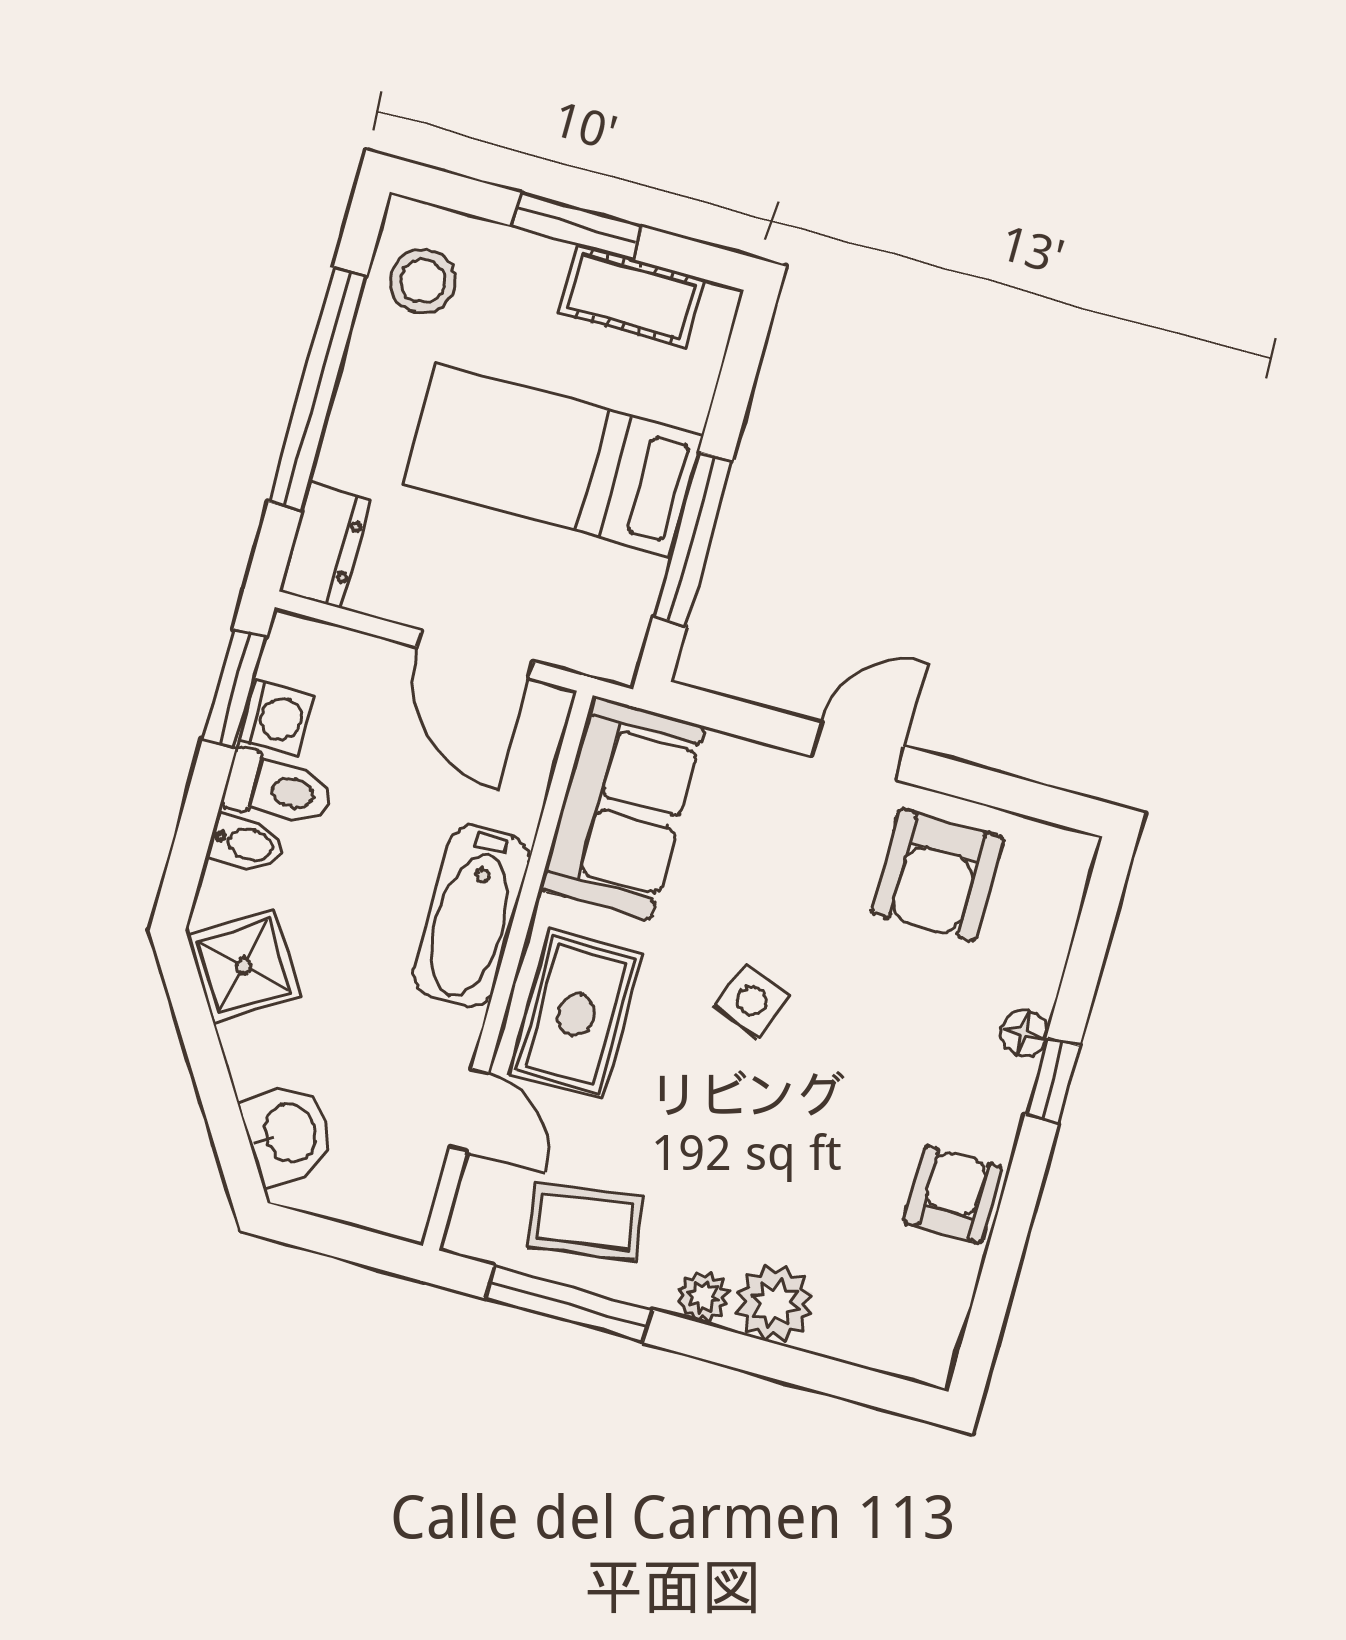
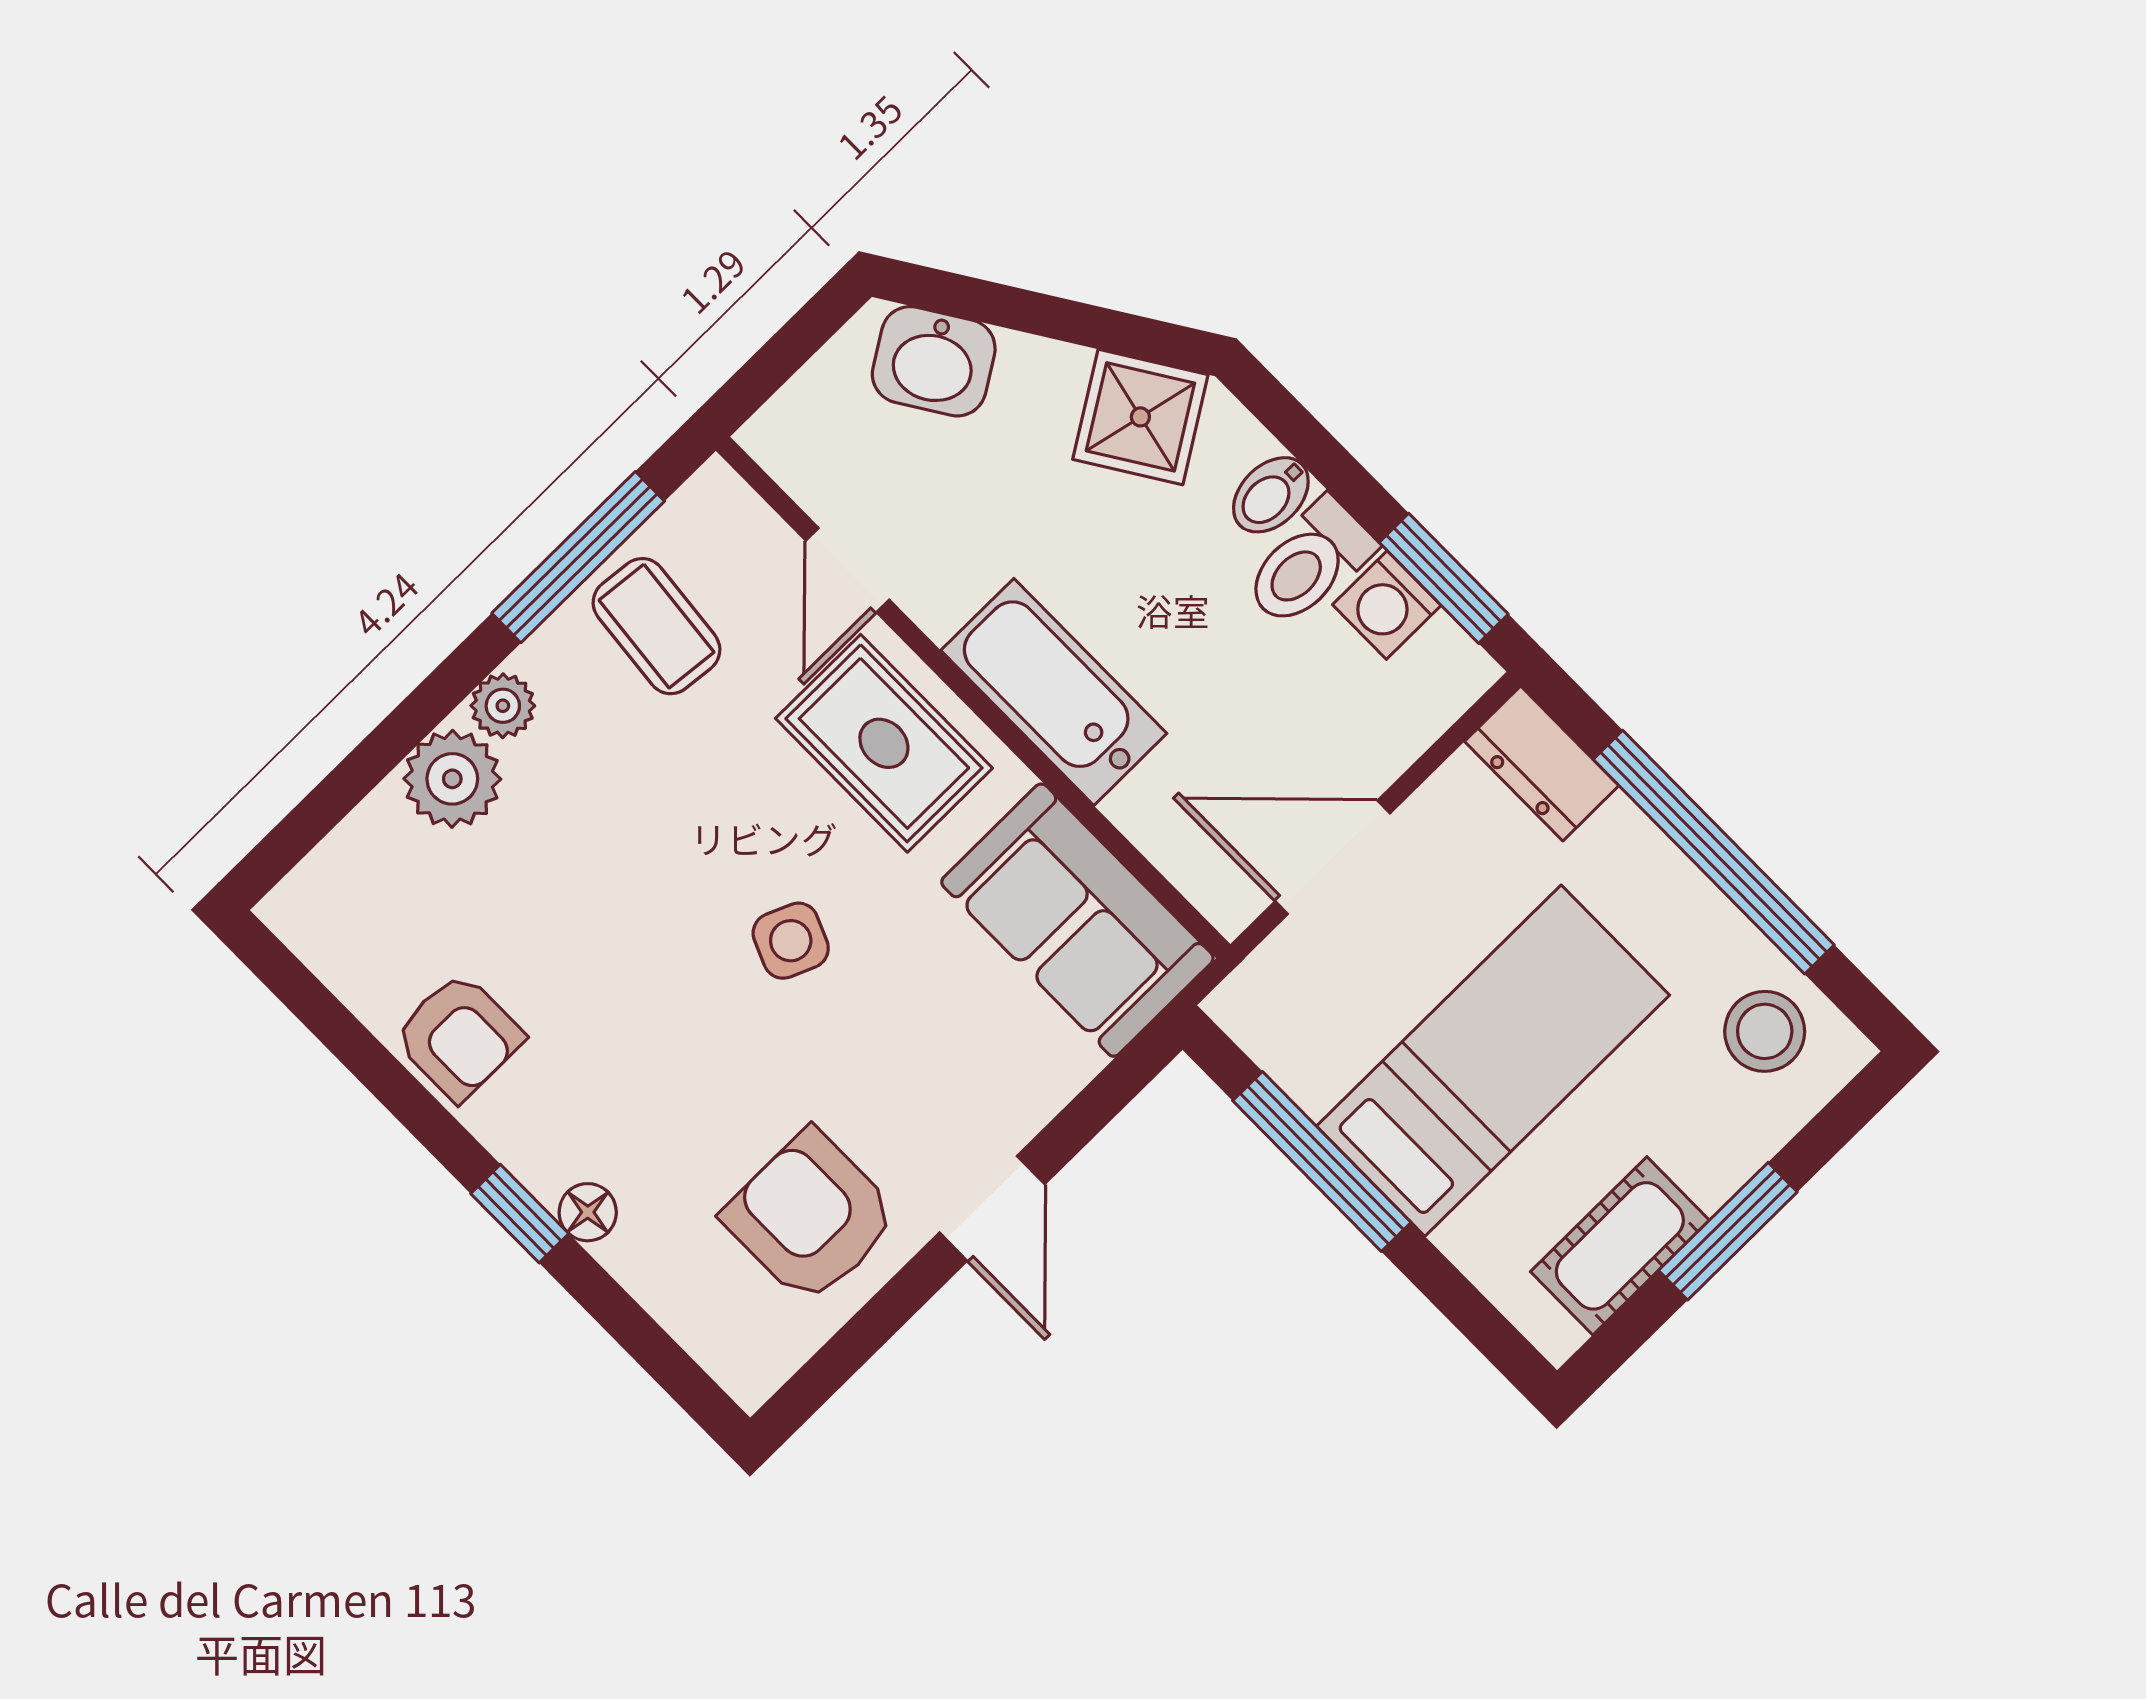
door: (469, 1110) -> (848, 570), hinge flipped
coffee table: (585, 1221) -> (656, 626), turned -76

